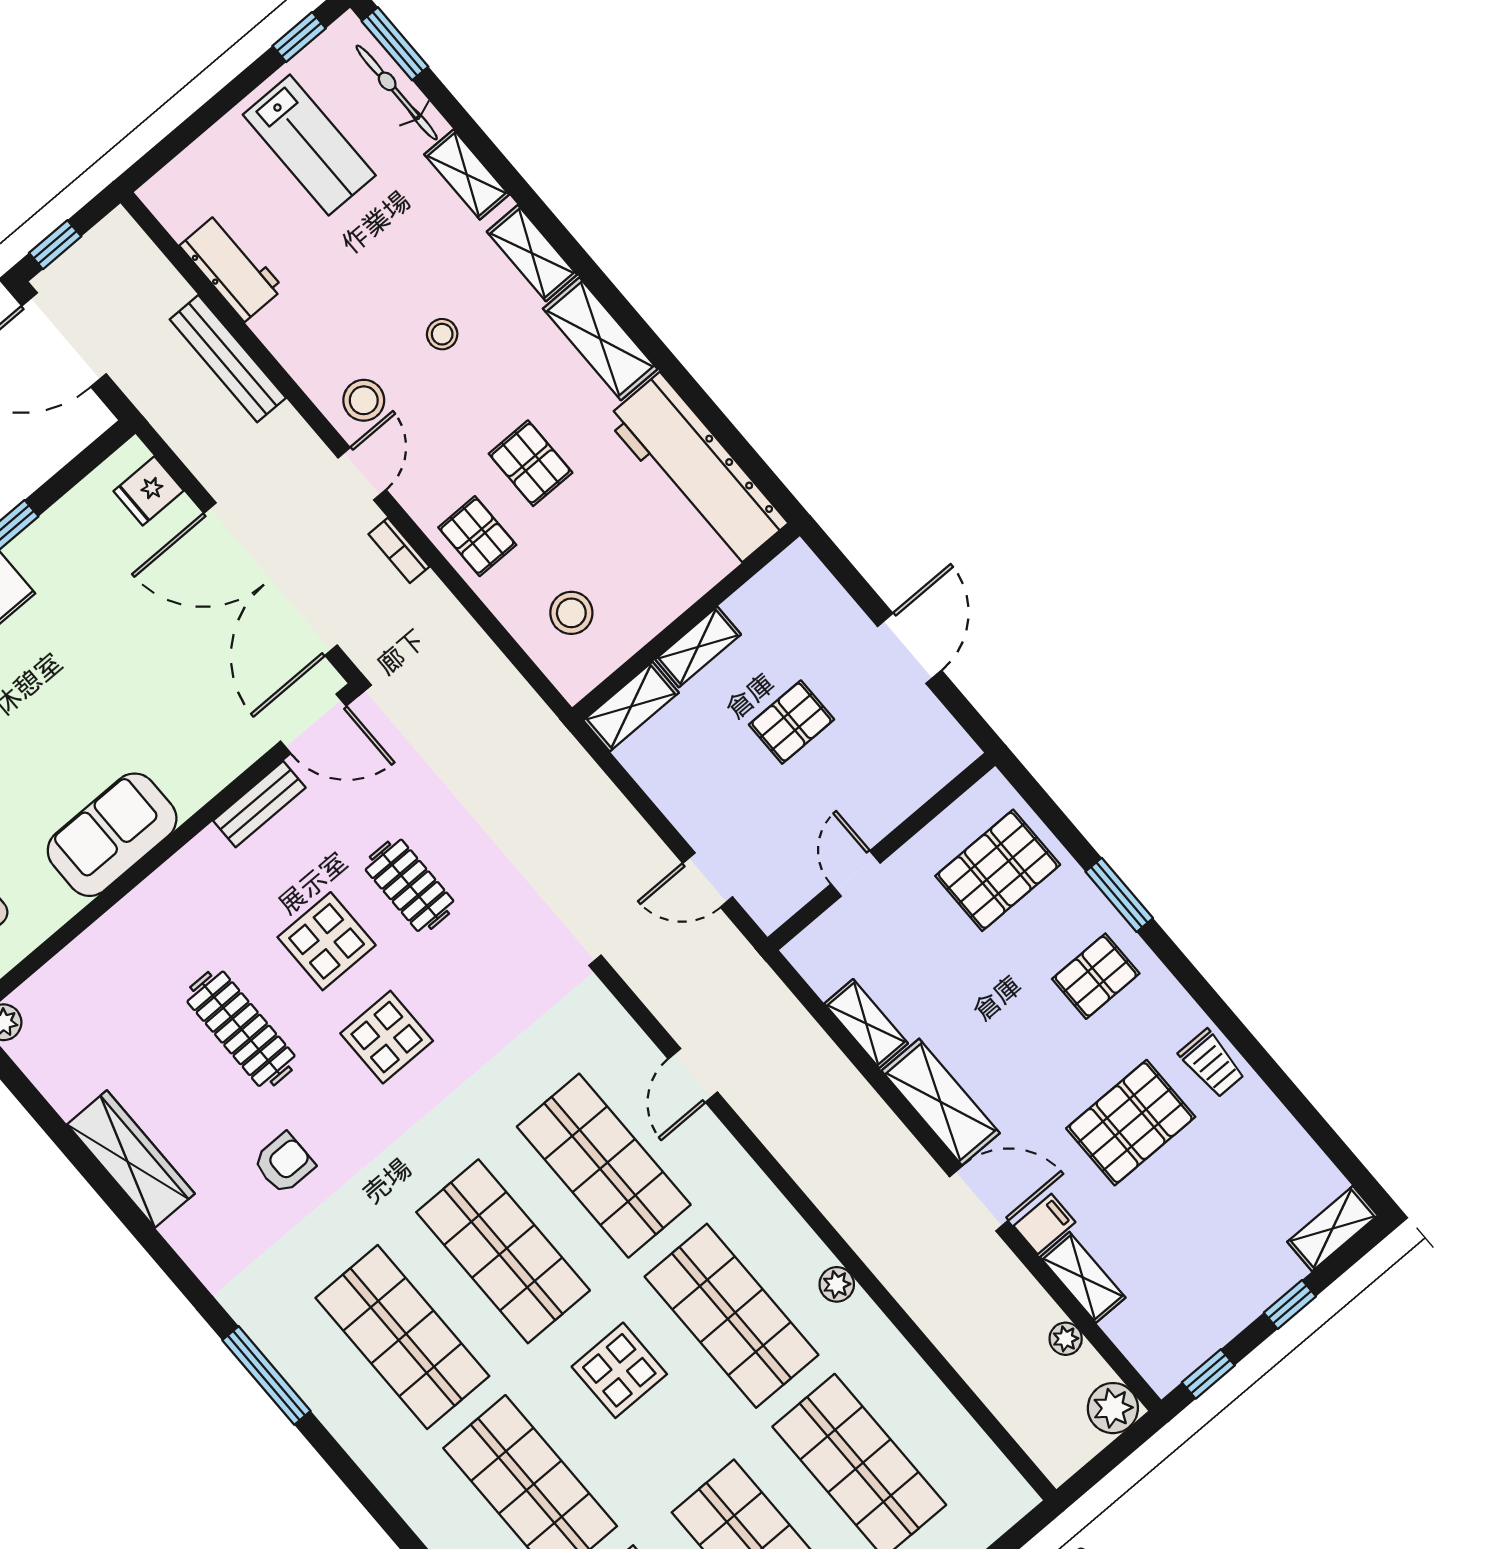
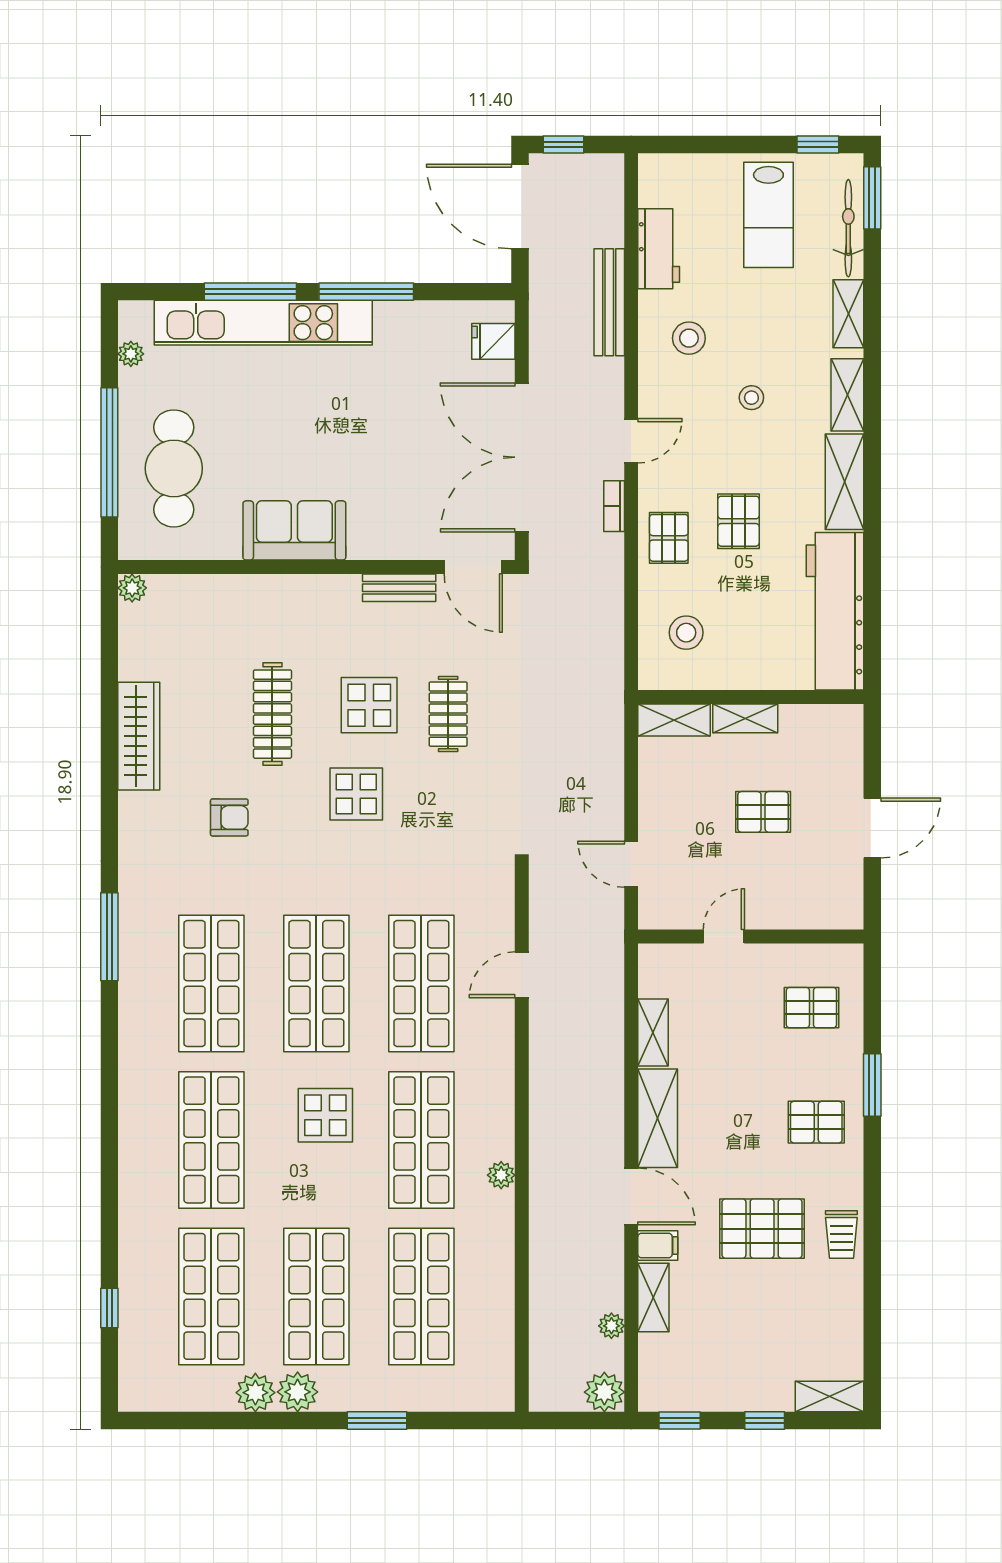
stool: (364, 400) -> (689, 338), moved
pallet: (998, 870) -> (811, 1008), width x0.67, depth x0.71

